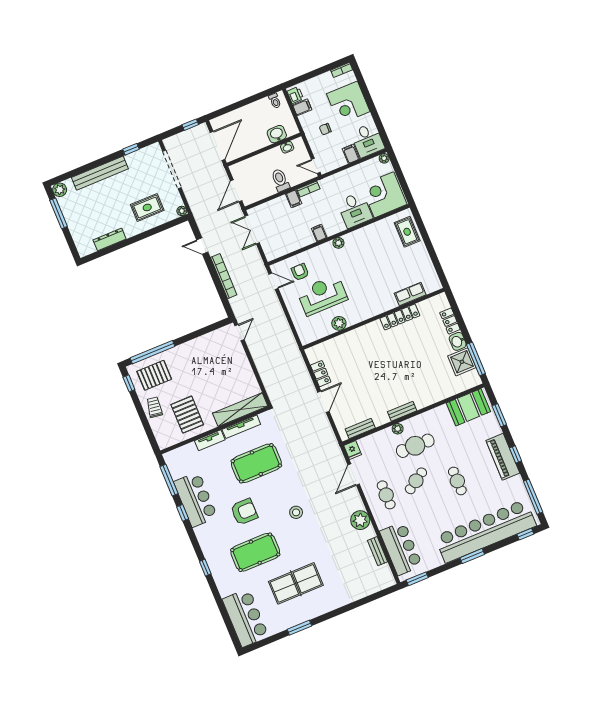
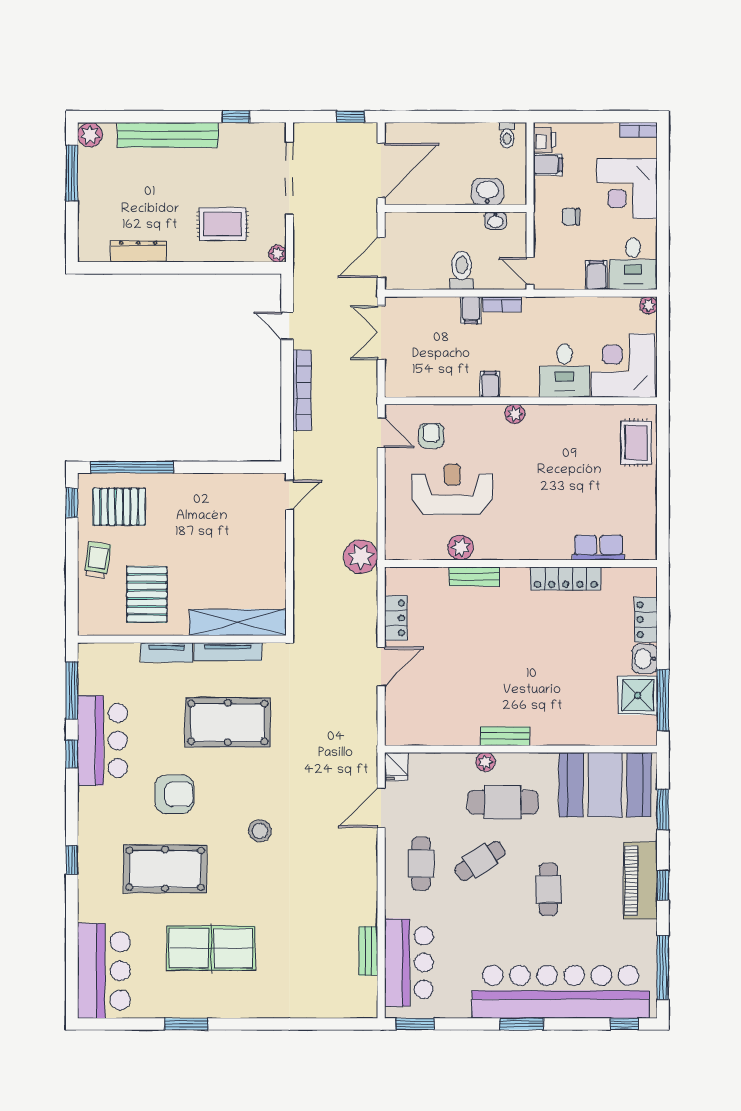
booth: (468, 407) -> (605, 785), width x1.36, depth x1.42
bench: (360, 428) -> (474, 577), moved
plant: (360, 520) -> (361, 557), moved

